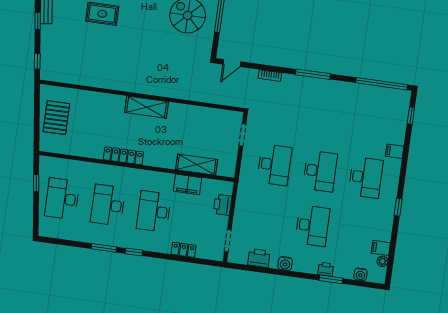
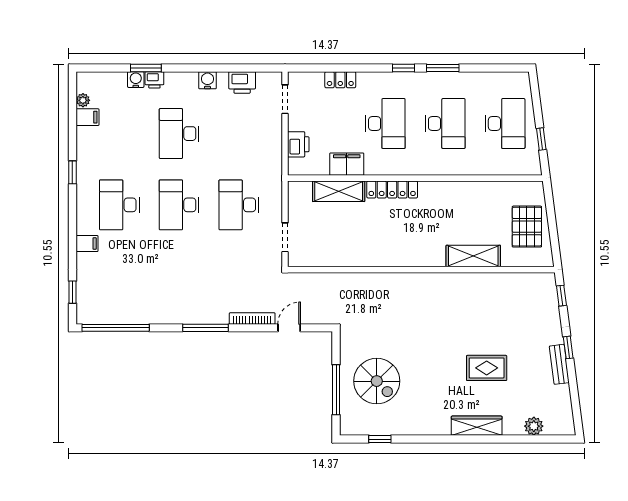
door: (232, 63) -> (289, 328), moved
bookcase: (270, 76) -> (252, 318), width x1.56
shelving: (147, 107) -> (473, 256), moved
locker: (123, 156) -> (392, 190), moved
water cooler: (360, 274) -> (136, 80), moved

